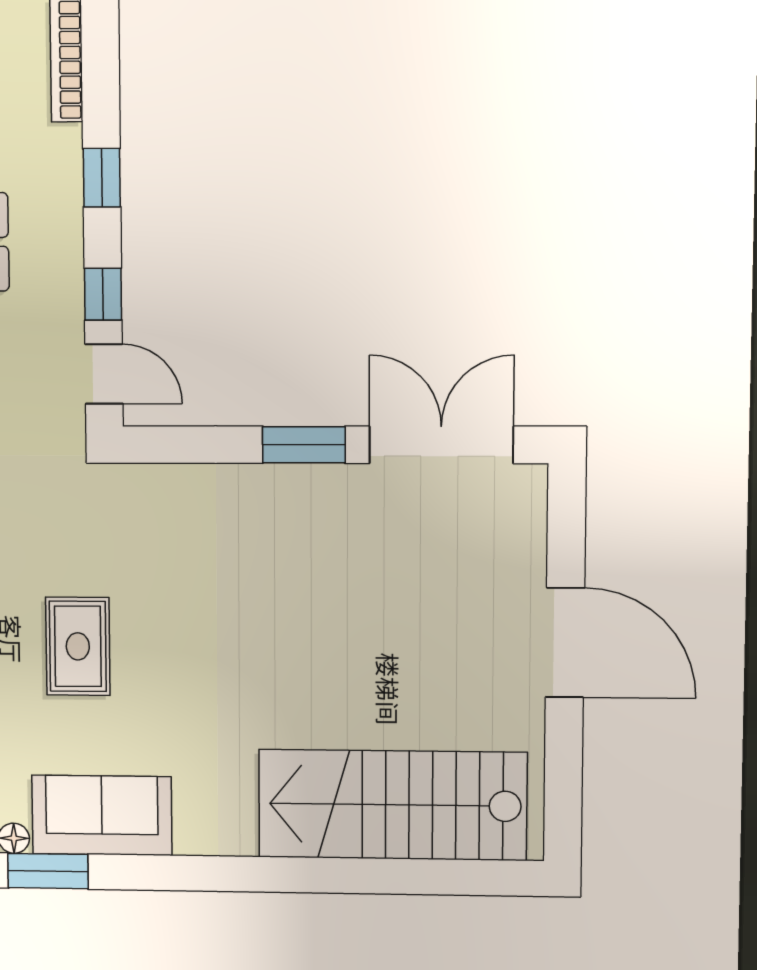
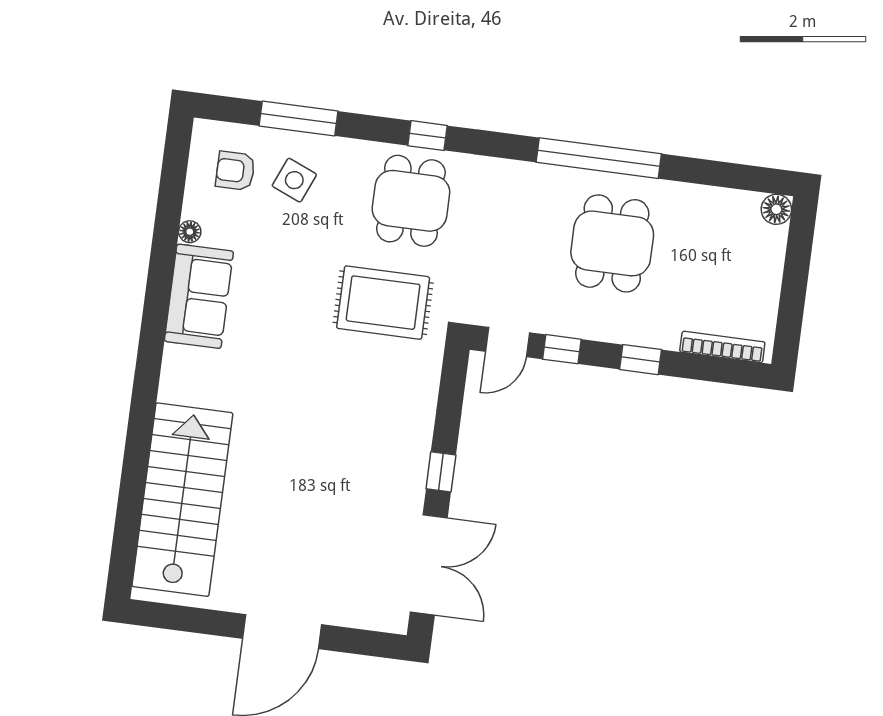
window: (304, 445) -> (441, 472), width x0.67
rug: (78, 646) -> (383, 303), moved, width x1.36, depth x1.43
window: (48, 871) -> (163, 252), removed

